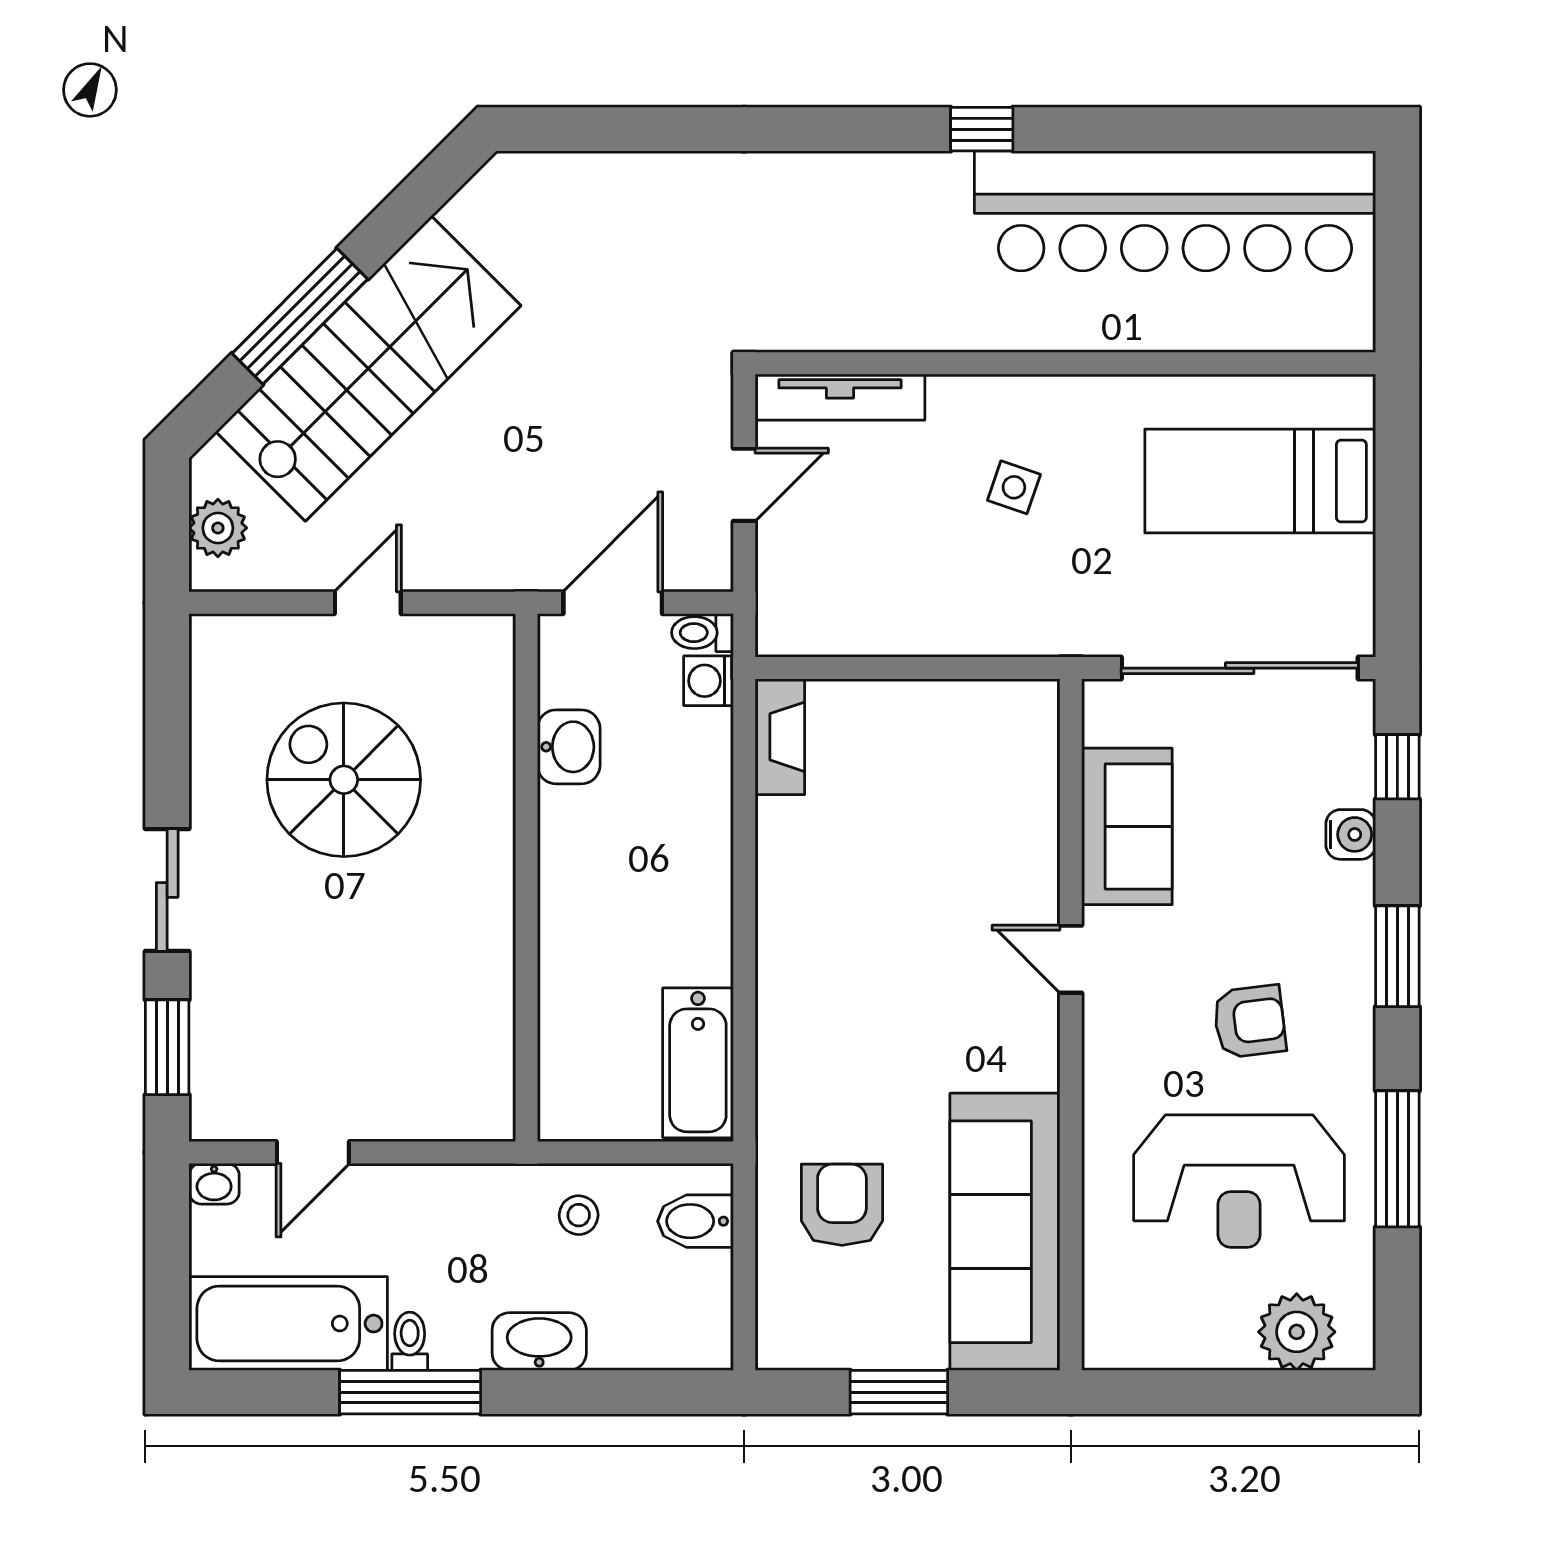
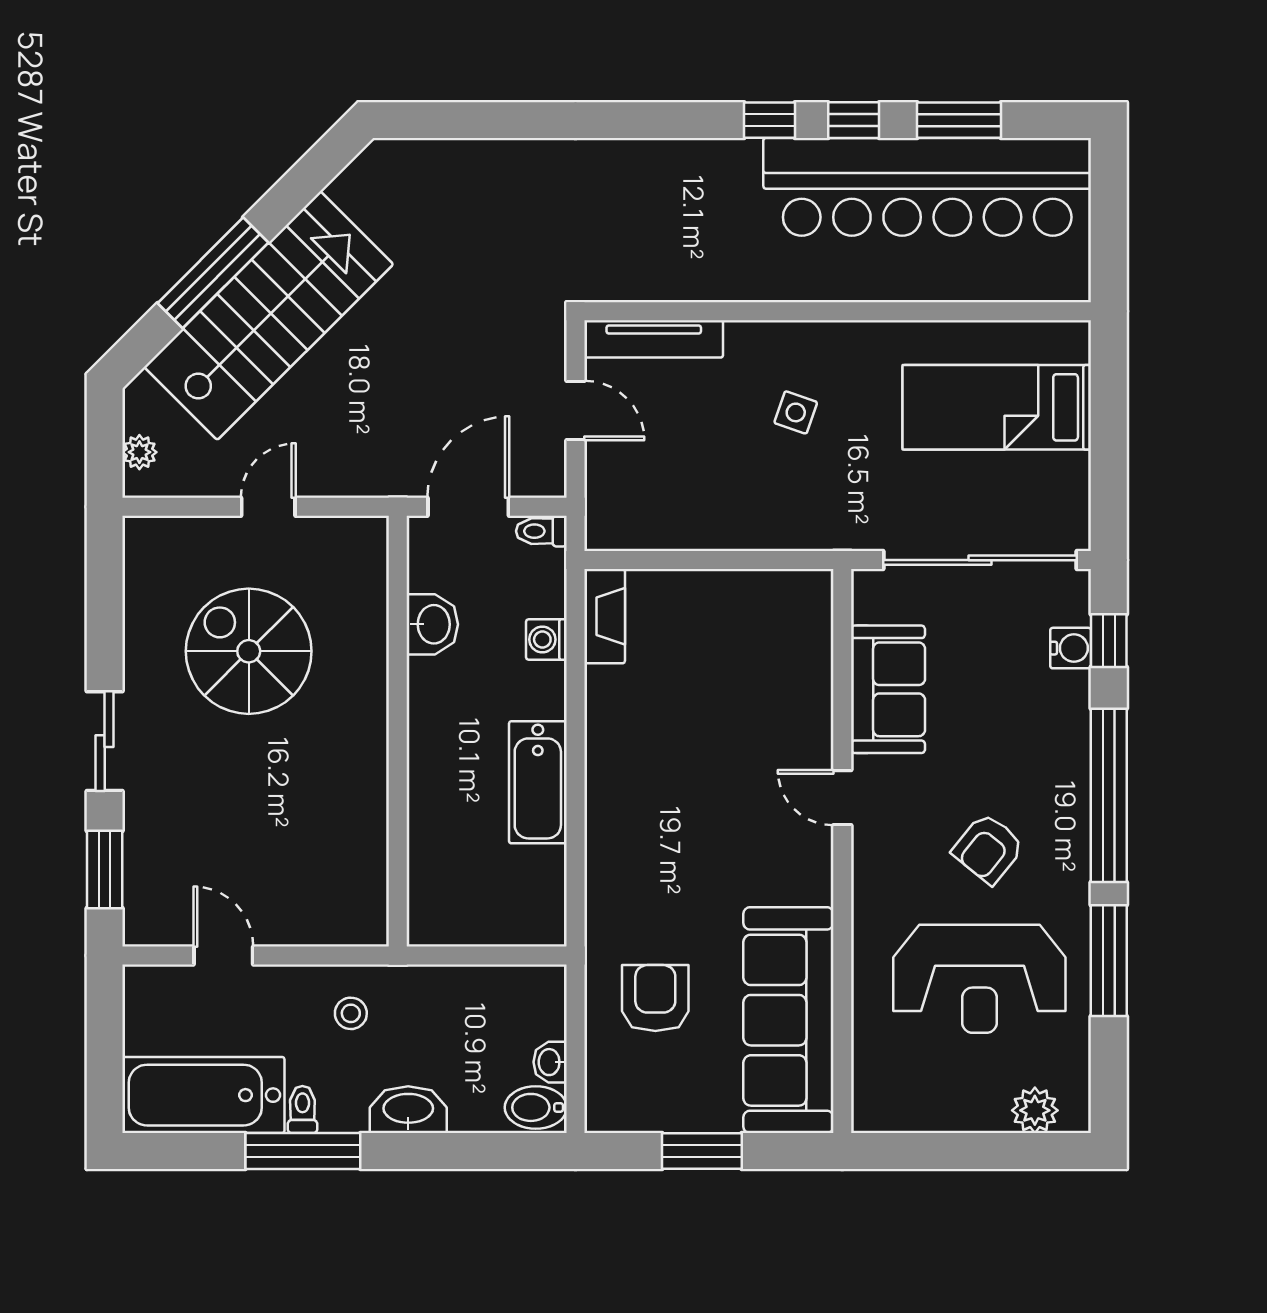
window: (1085, 129) -> (854, 120), added
window: (1214, 129) -> (959, 120), added
door: (744, 485) -> (576, 410), hinge flipped
plant: (218, 528) -> (139, 452), width x0.73, depth x0.73
washing machine: (708, 681) -> (546, 639), moved
water cooler: (1351, 834) -> (1071, 648), moved
window: (1397, 956) -> (1109, 795), width x2.11
armchair: (1250, 1021) -> (988, 849), turned 136
bathtub: (698, 1063) -> (538, 782), moved
door: (313, 1153) -> (223, 956), swing flipped
washbasin: (214, 1184) -> (550, 1062), moved, turned 90
stool: (579, 1215) -> (351, 1013), moved
bidet: (695, 1221) -> (536, 1107), moved
plant: (1297, 1332) -> (1035, 1110), width x0.73, depth x0.73

